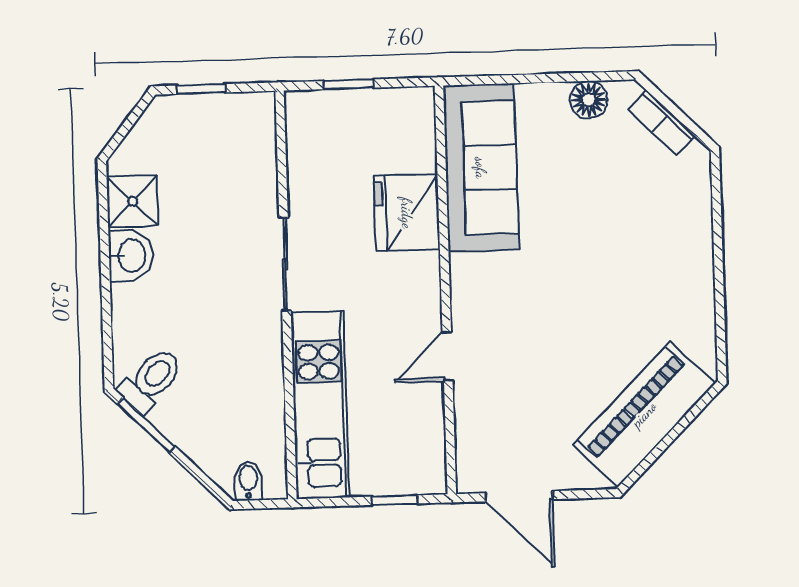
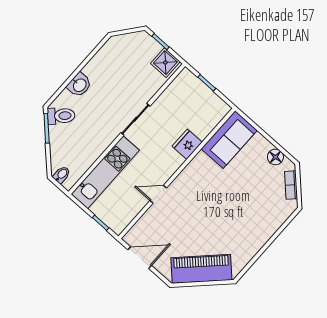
sofa: (481, 168) -> (229, 140), width x0.73
shower: (132, 201) -> (165, 63), moved
fridge: (407, 213) -> (187, 144), width x0.73, depth x0.75
washbasin: (131, 256) -> (79, 85), moved
door: (519, 496) -> (140, 258), swing flipped

